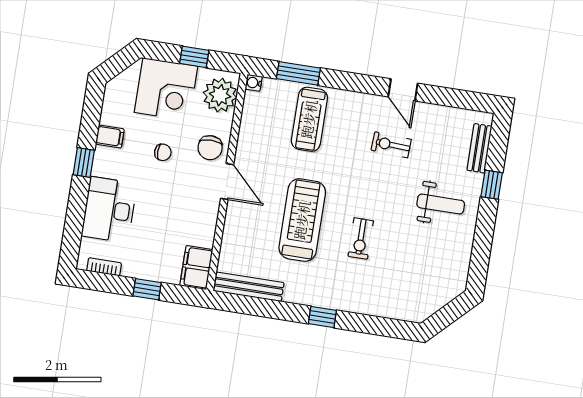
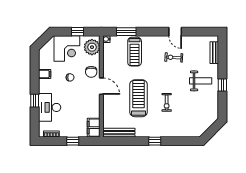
window: (84, 162) -> (35, 101), moved
window: (492, 185) -> (222, 85), moved

